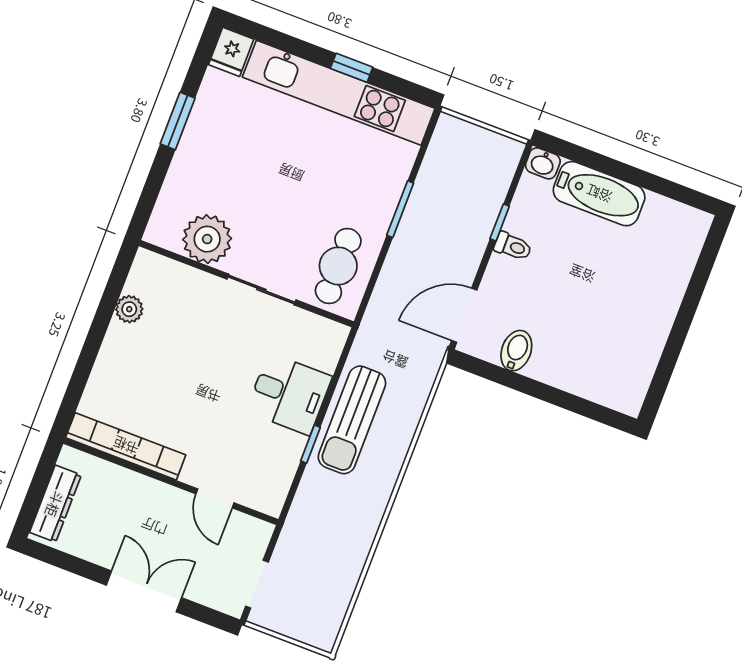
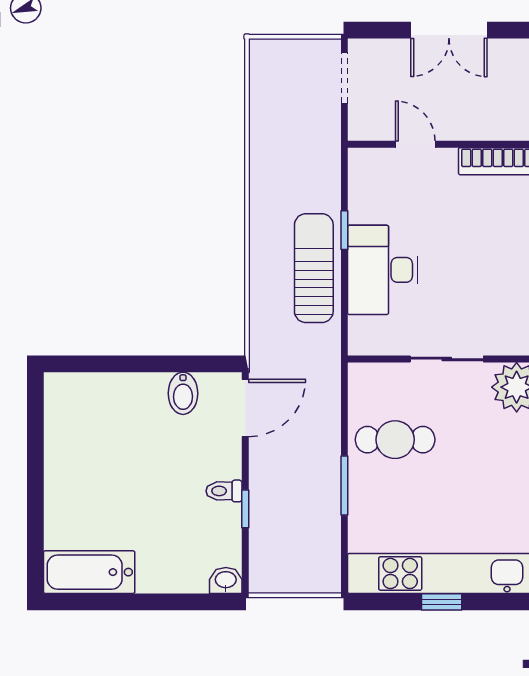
bathtub: (599, 194) -> (89, 572), moved
cafe table: (338, 266) -> (395, 440), moved, turned 90
desk: (289, 394) -> (383, 270), width x1.37

